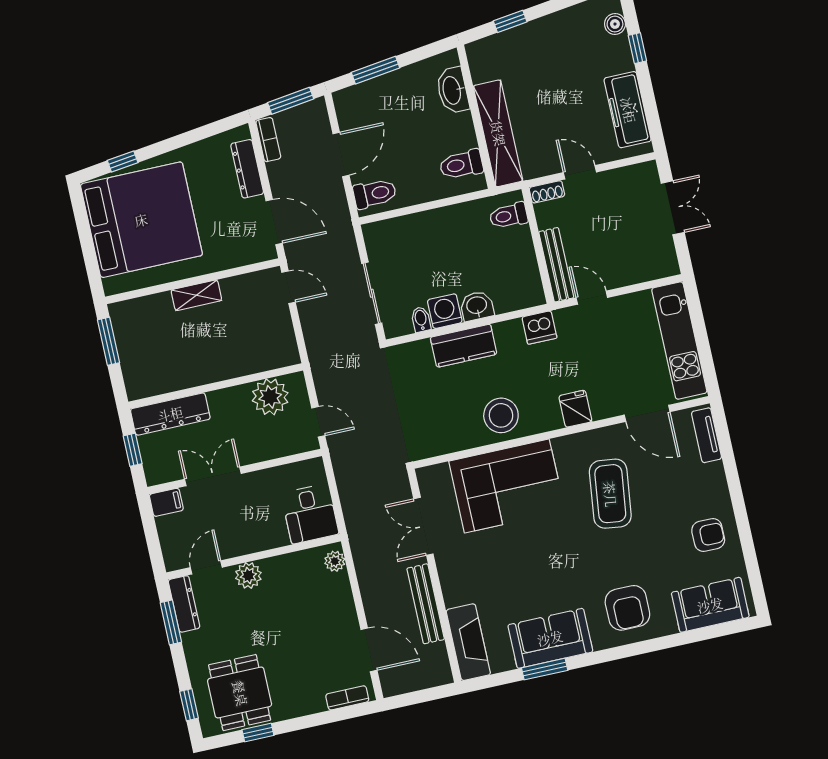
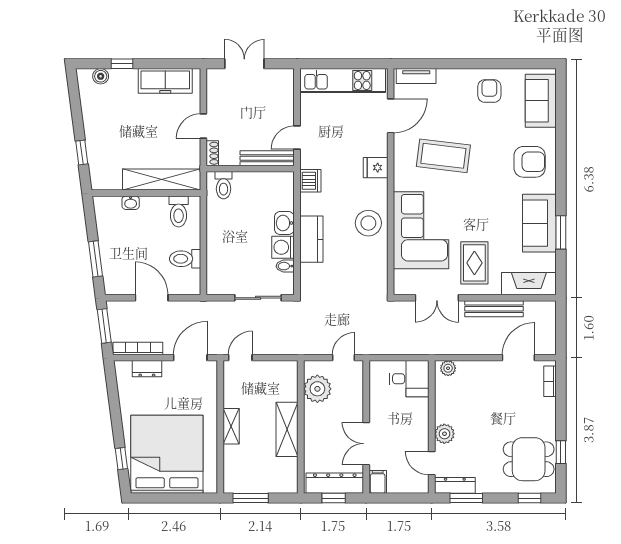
washbasin: (452, 90) -> (131, 203), width x0.52, depth x0.69
bookcase: (268, 140) -> (138, 348), width x1.56
dresser: (247, 169) -> (147, 369), width x0.70
toilet: (375, 194) -> (185, 259), moved, turned -90
shelving: (209, 369) -> (287, 429), added
dresser: (170, 414) -> (335, 483), moved, turned -90
rug: (480, 565) -> (474, 263), added

